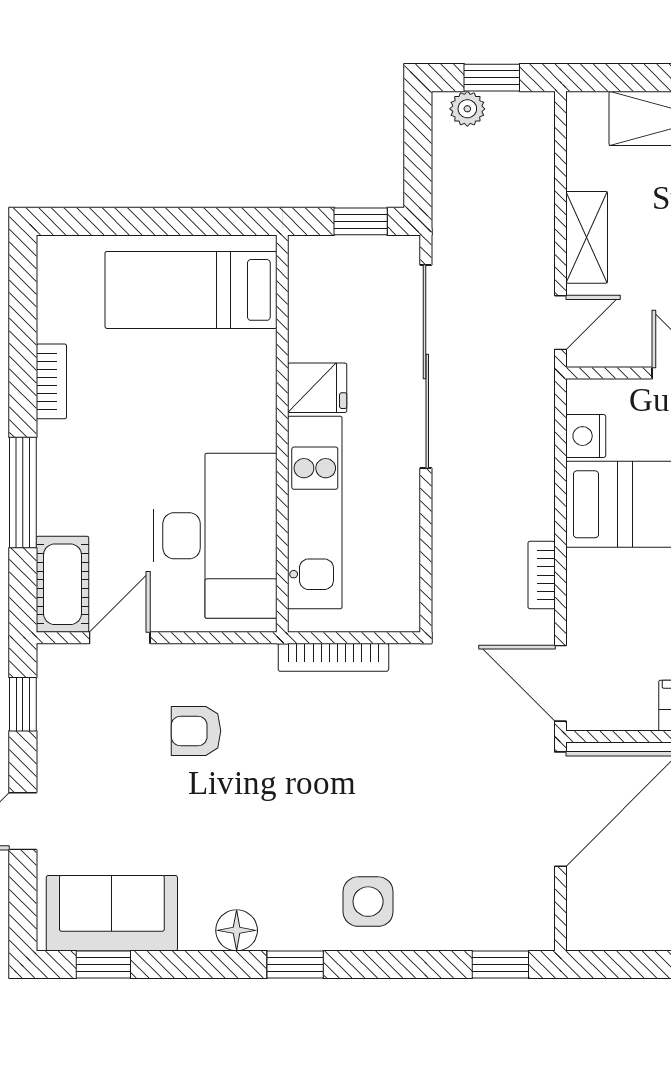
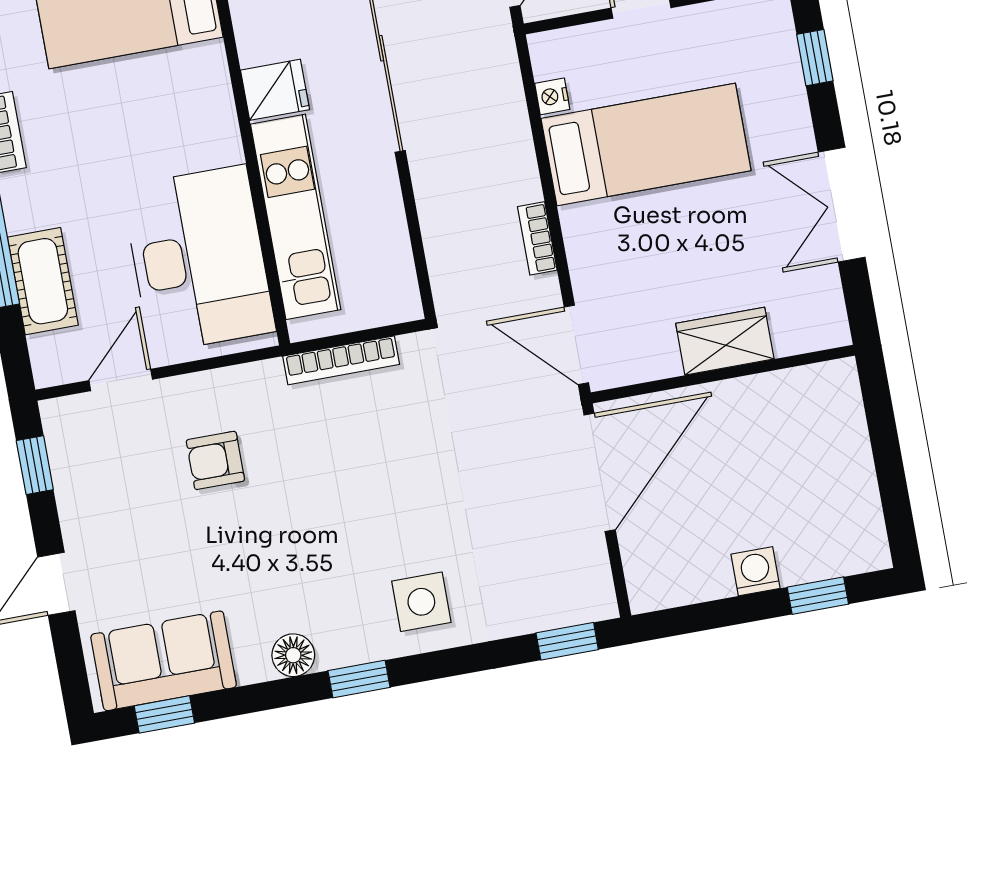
nightstand: (586, 436) -> (552, 96), width x0.72, depth x0.74
cot: (63, 584) -> (43, 281), moved

